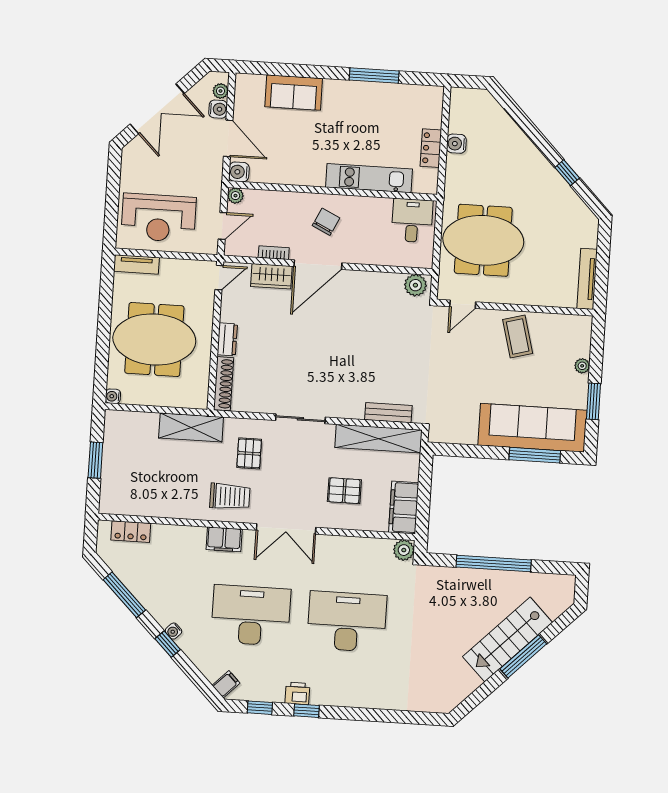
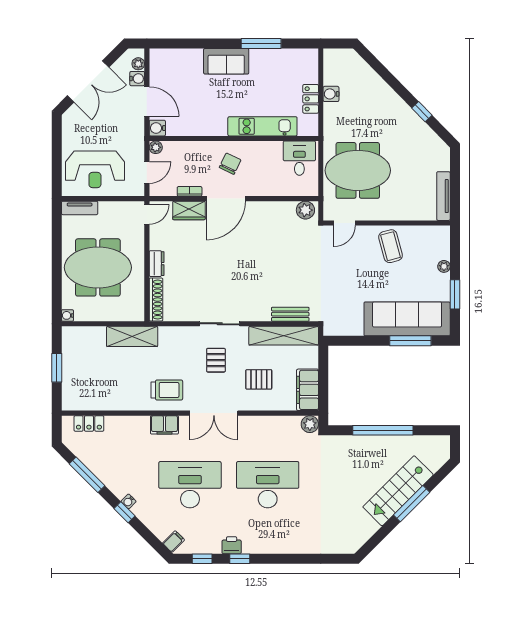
sofa: (294, 93) -> (226, 61), moved
pallet: (249, 453) -> (216, 360), moved

